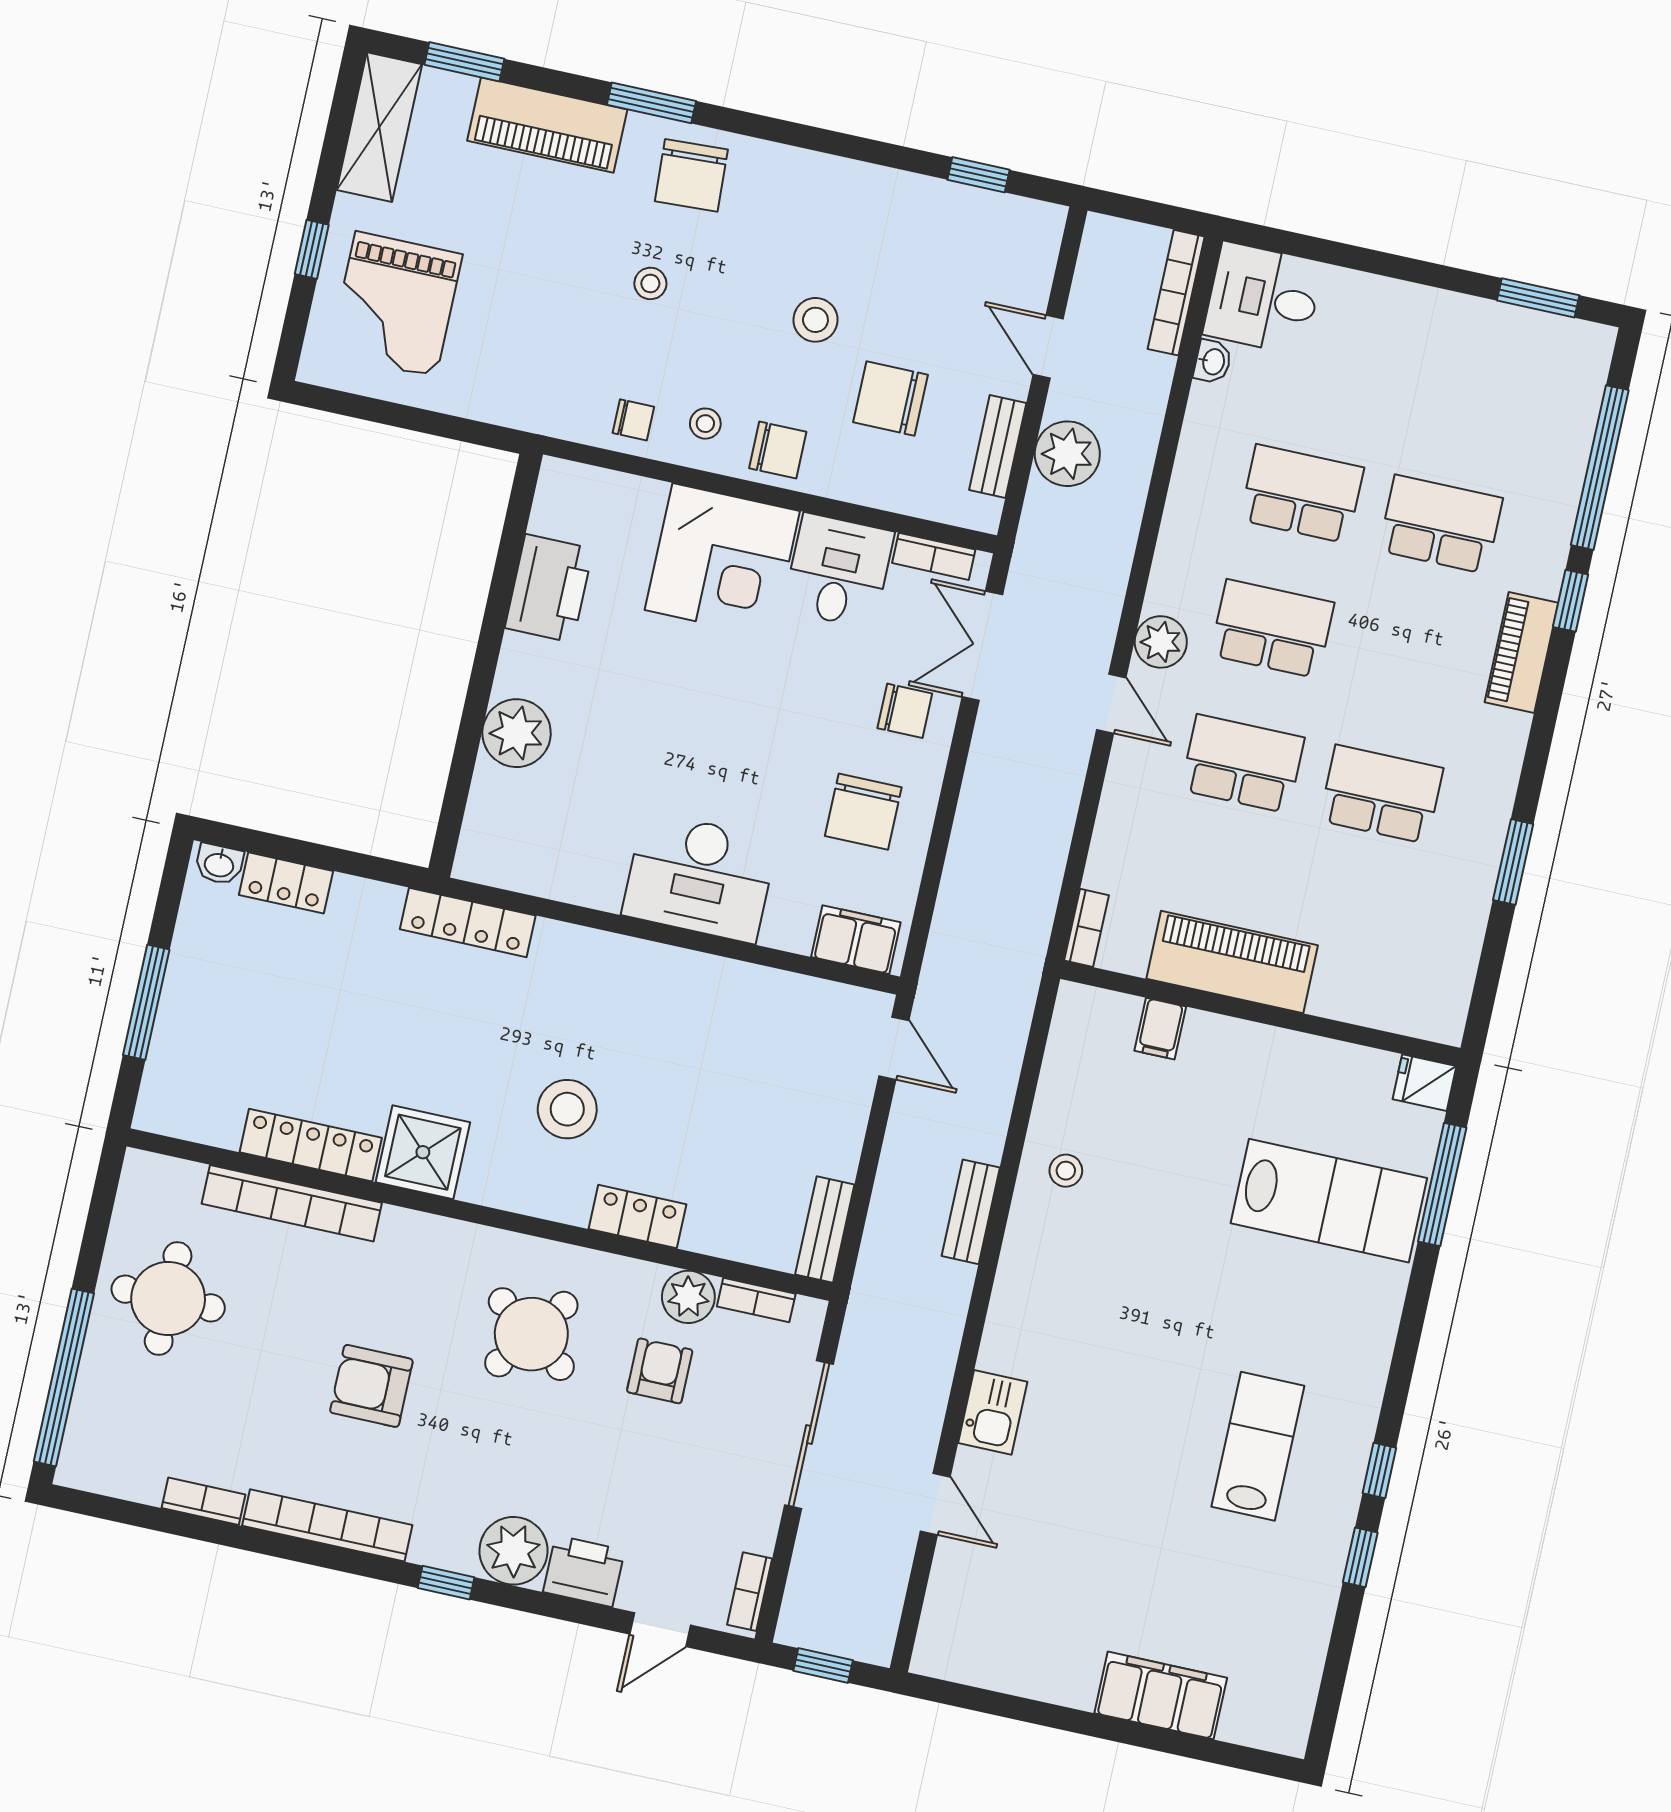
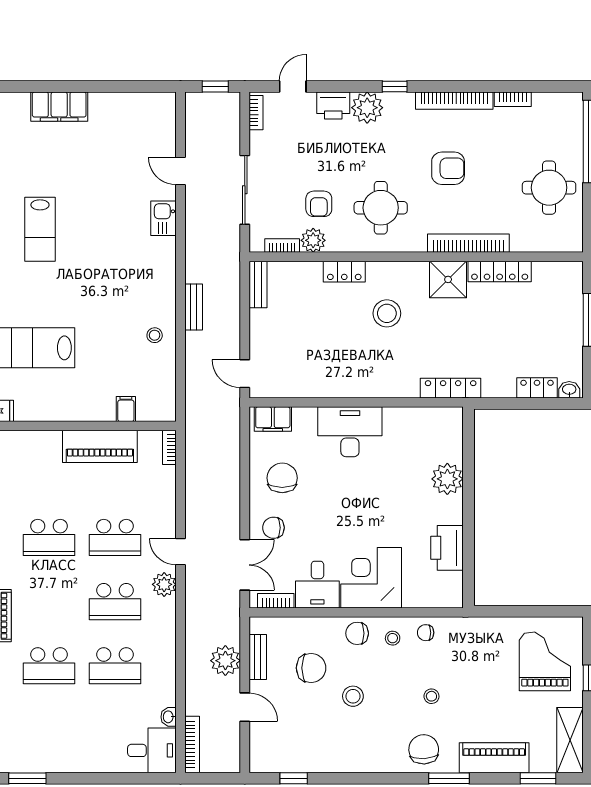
bookcase: (292, 1203) -> (468, 243), moved
round table: (531, 1334) -> (381, 208), turned -36

